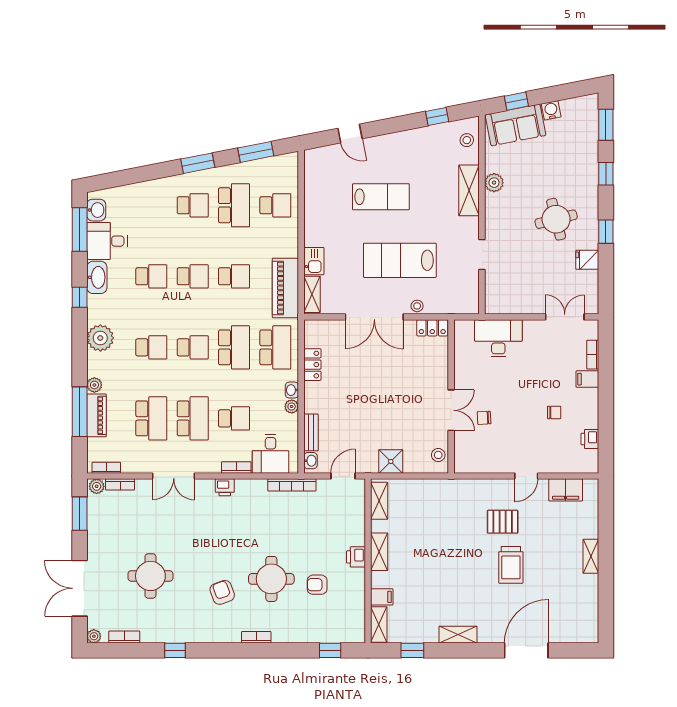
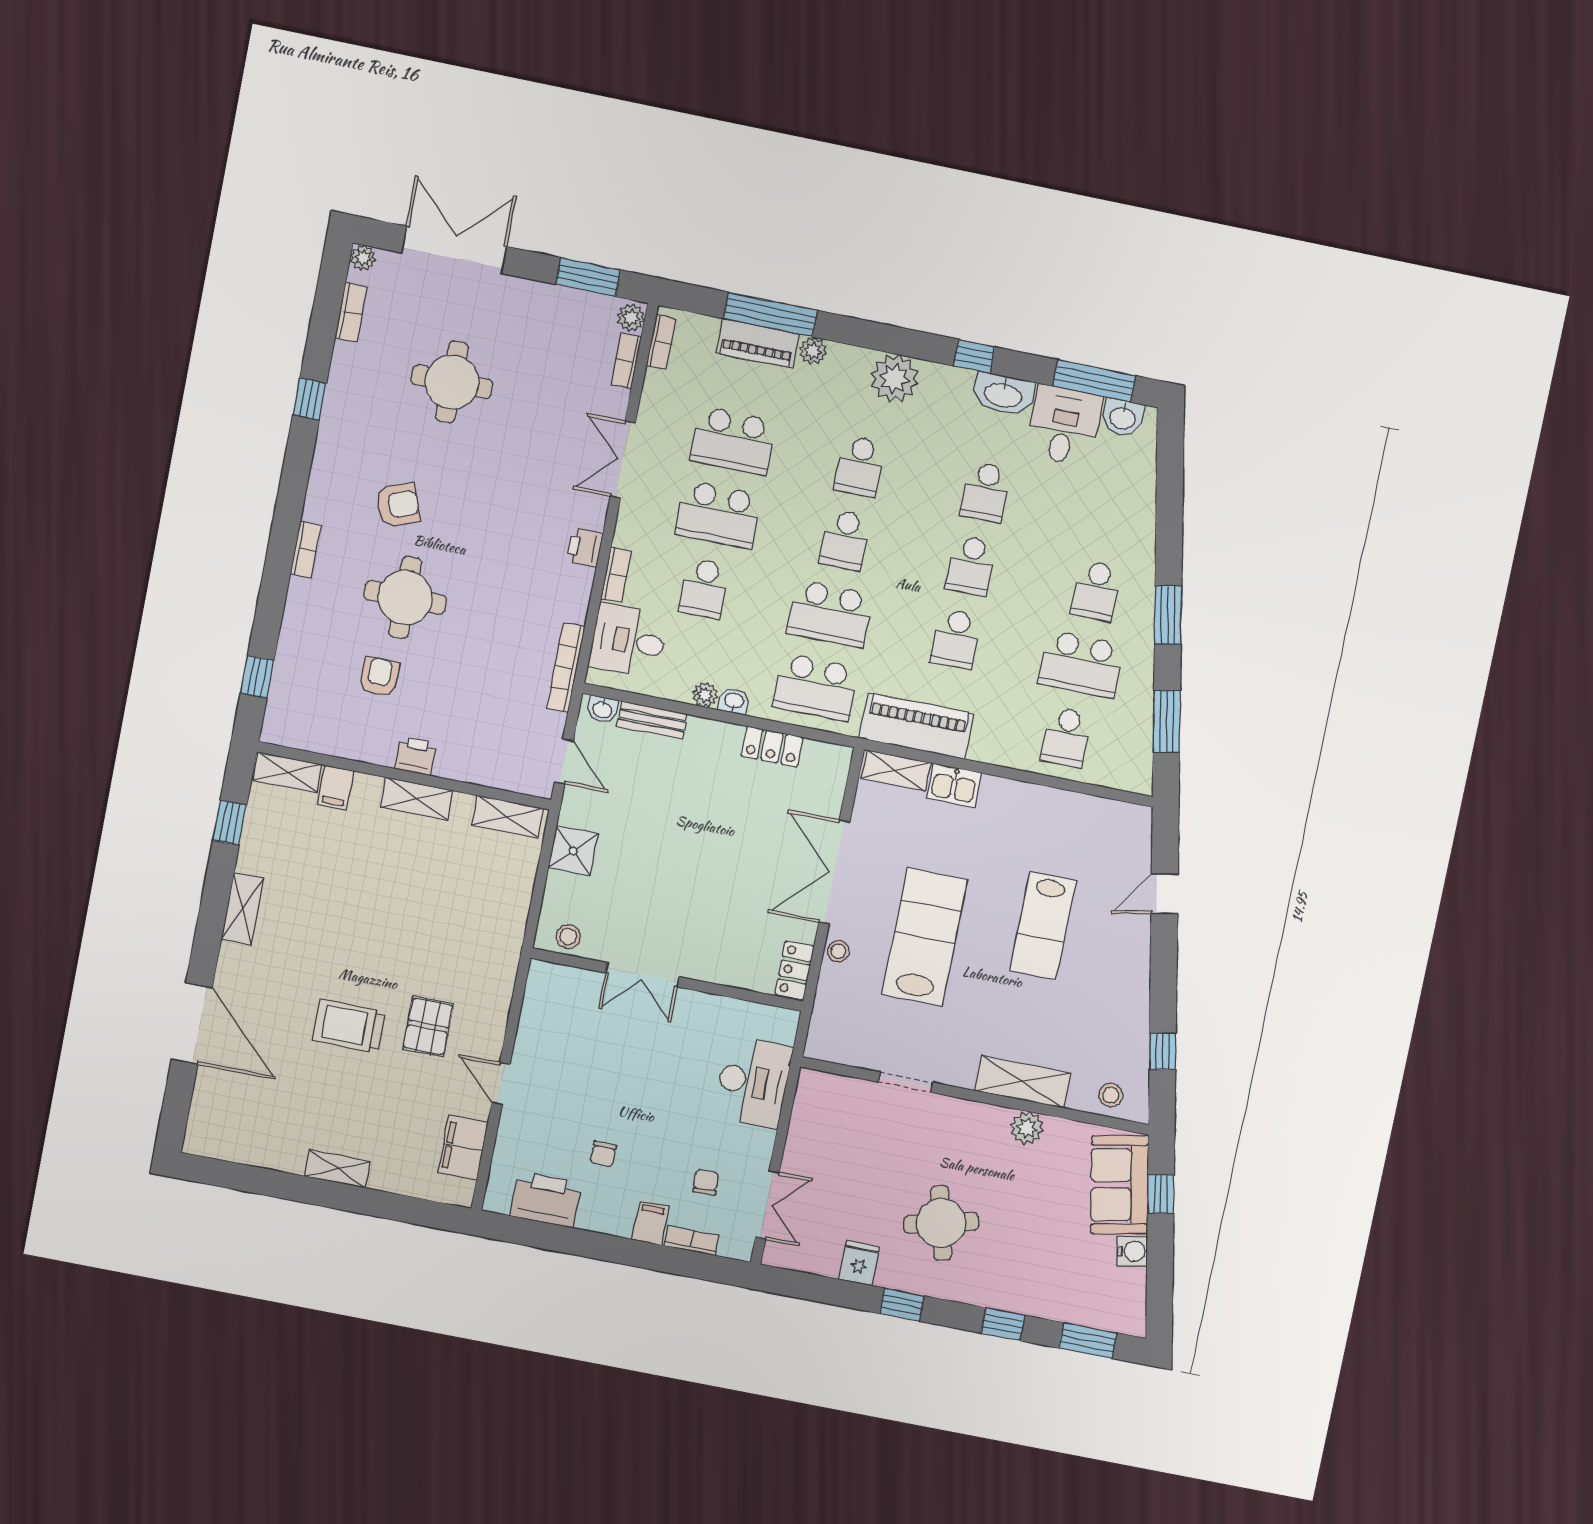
chair: (484, 418) -> (706, 1182), moved
printer: (590, 439) -> (546, 1200), width x1.87, depth x1.48

